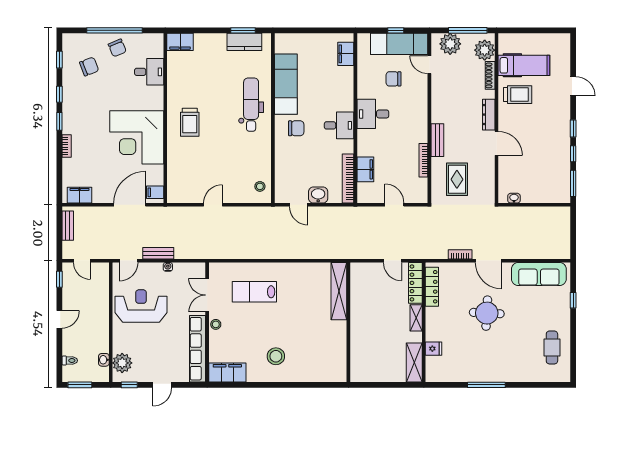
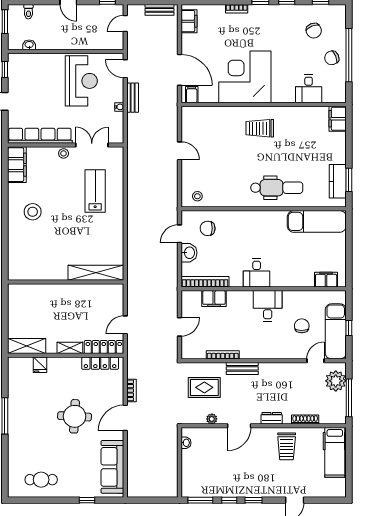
plant: (485, 50) -> (212, 419), moved, width x0.53, depth x0.53
hospital bed: (524, 65) -> (335, 452), moved
exam couch: (286, 84) -> (317, 221), moved
dresser: (489, 115) -> (272, 418), width x0.70
chair: (296, 128) -> (208, 228), moved, turned 92
plant: (122, 363) -> (26, 63), removed

